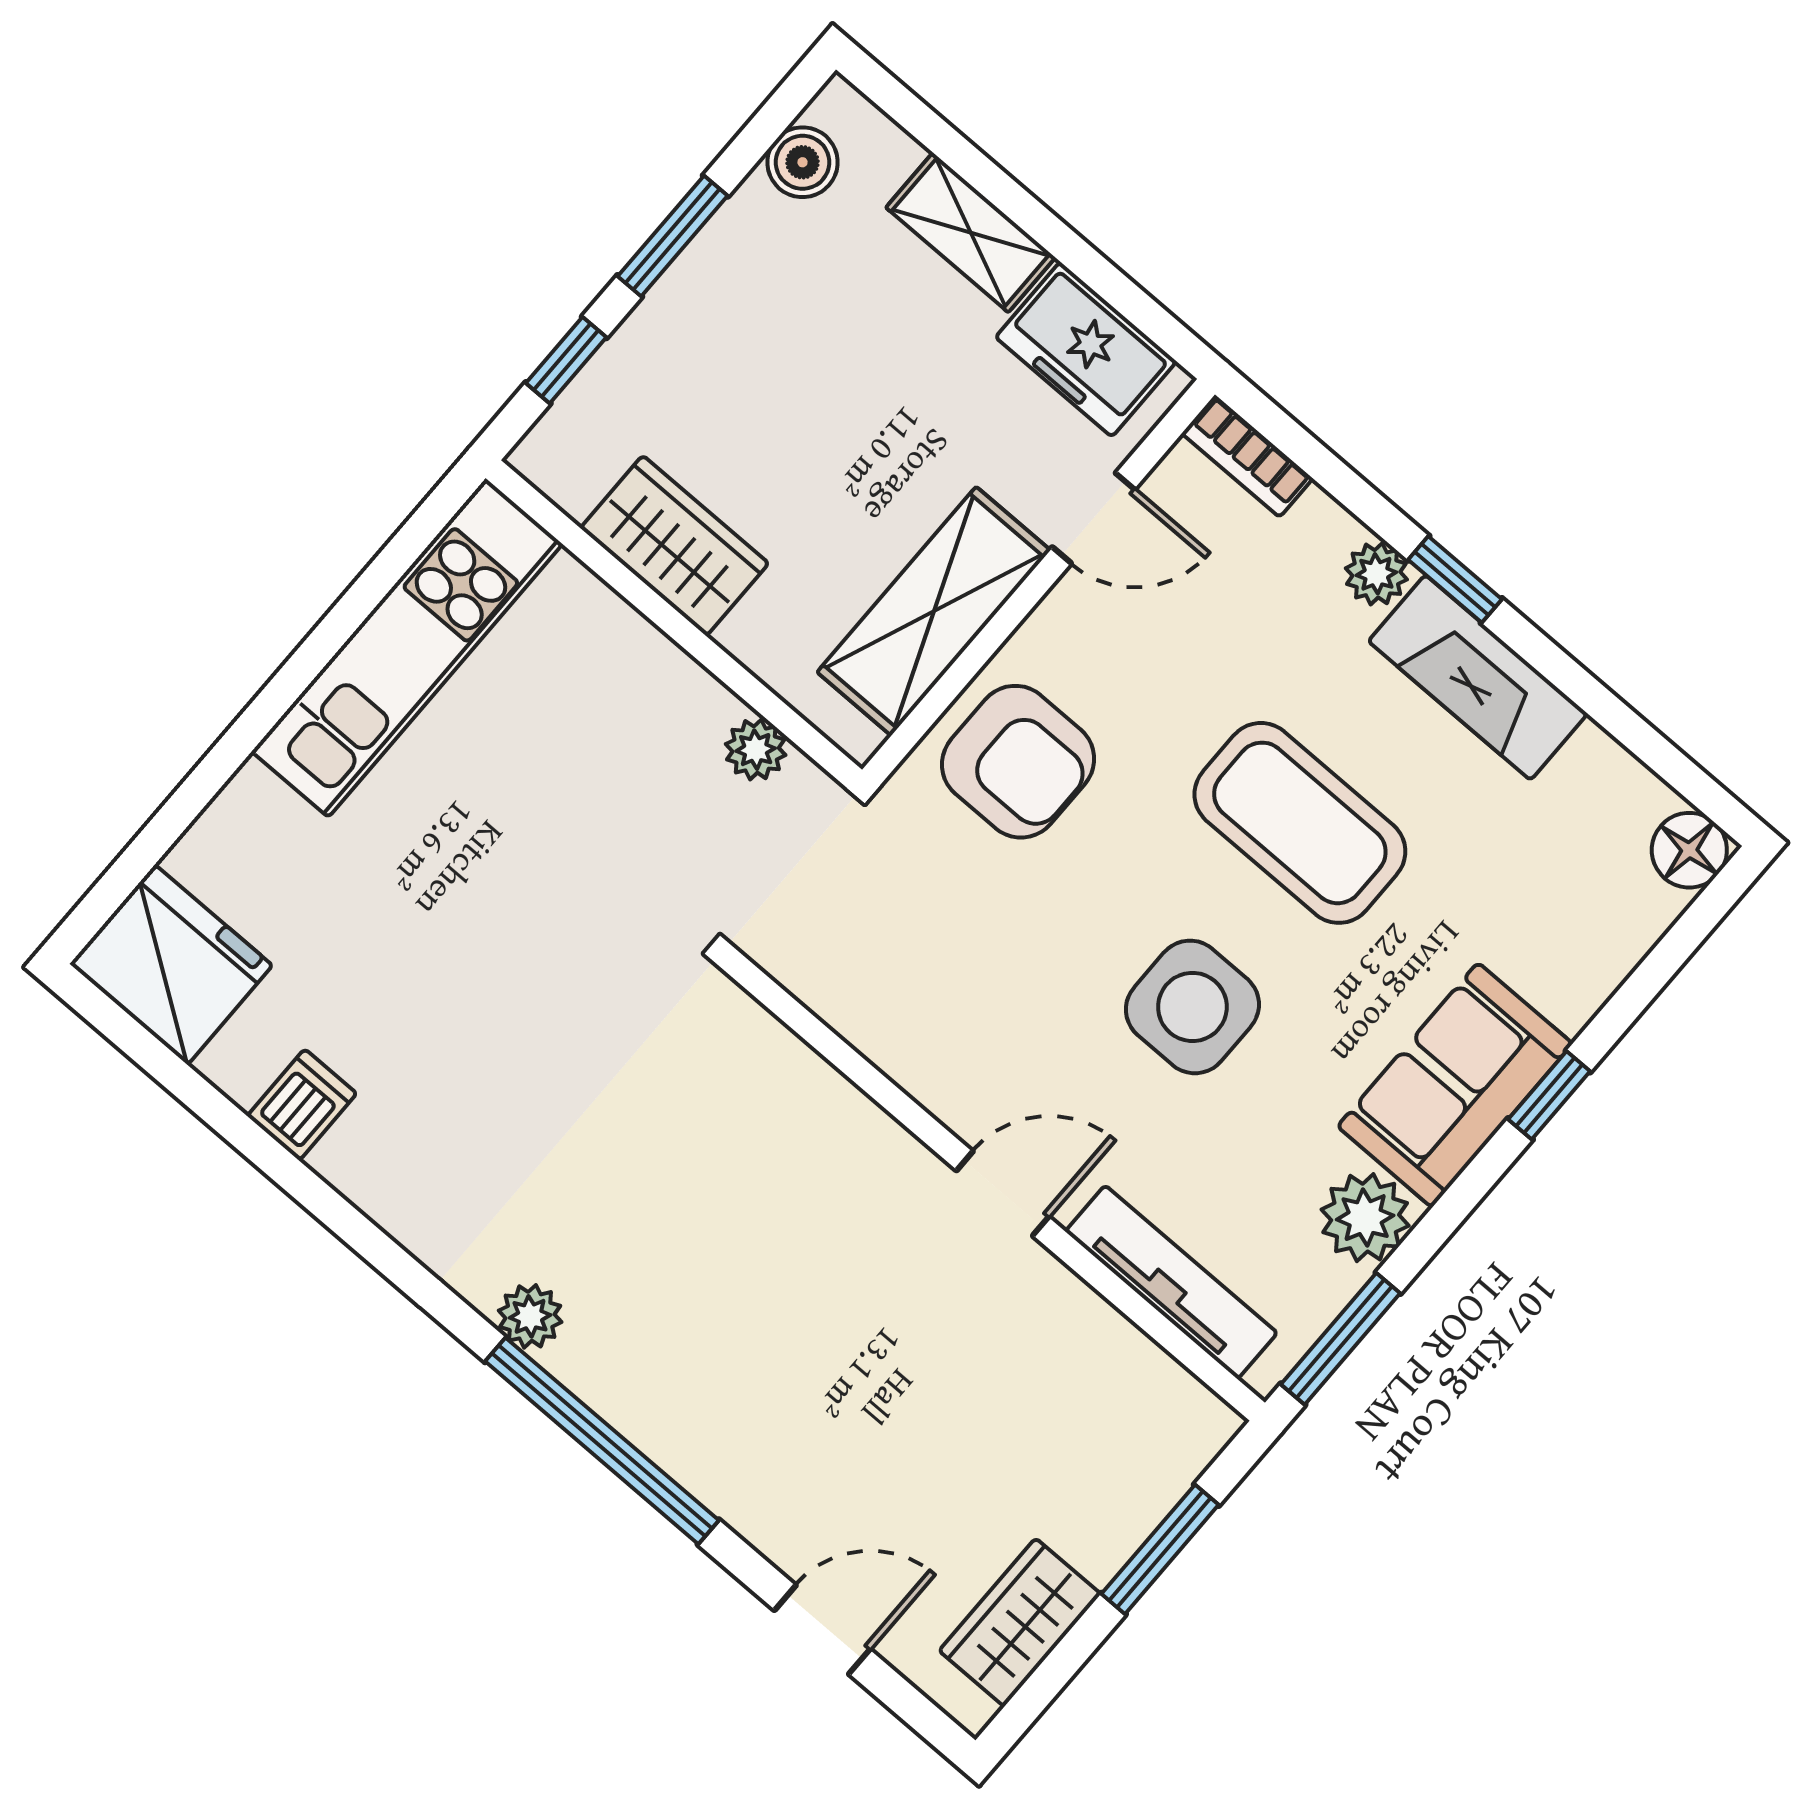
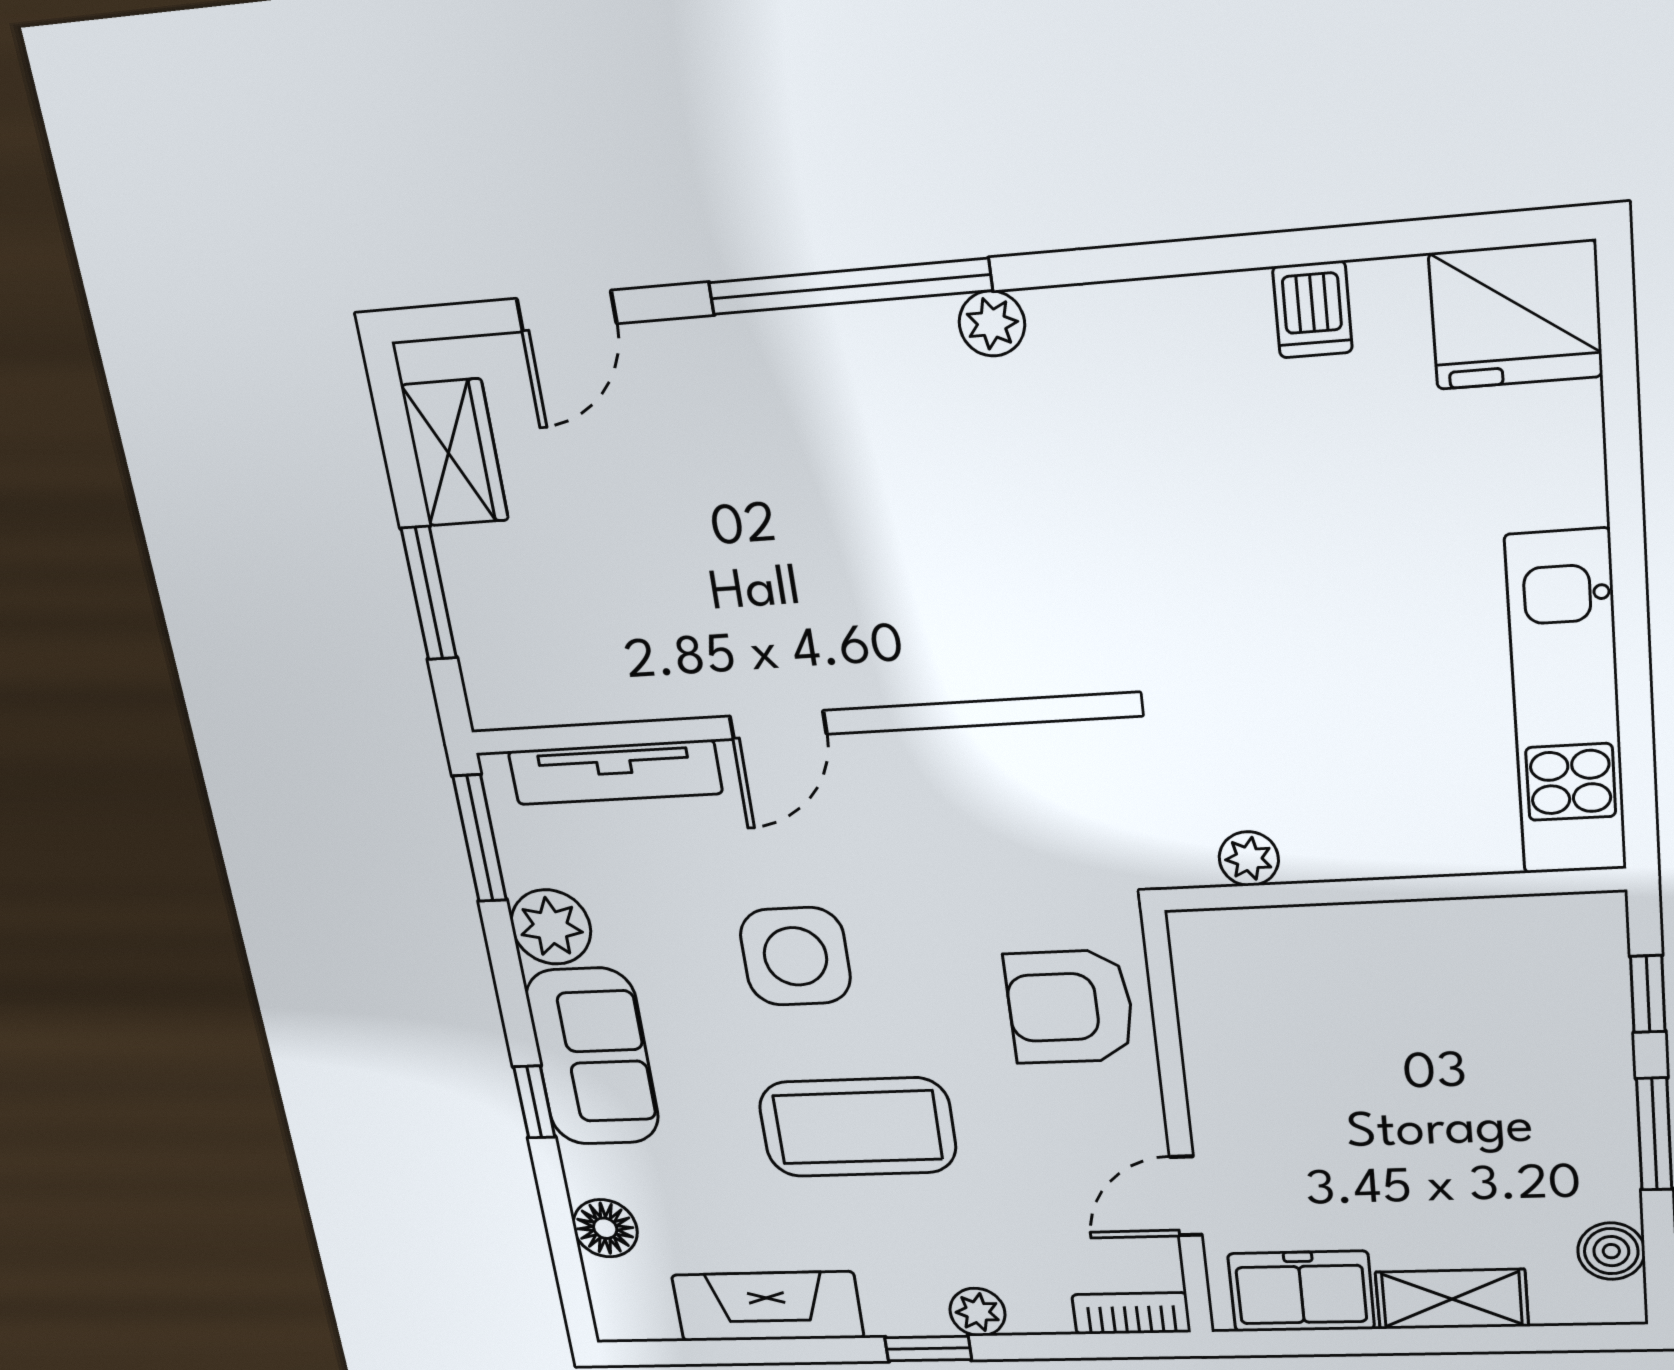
wardrobe: (675, 546) -> (1445, 940), removed
shelving: (934, 611) -> (1226, 1051), removed
fireplace: (1478, 677) -> (768, 1306), moved
floor lamp: (1689, 850) -> (605, 1228), moved

